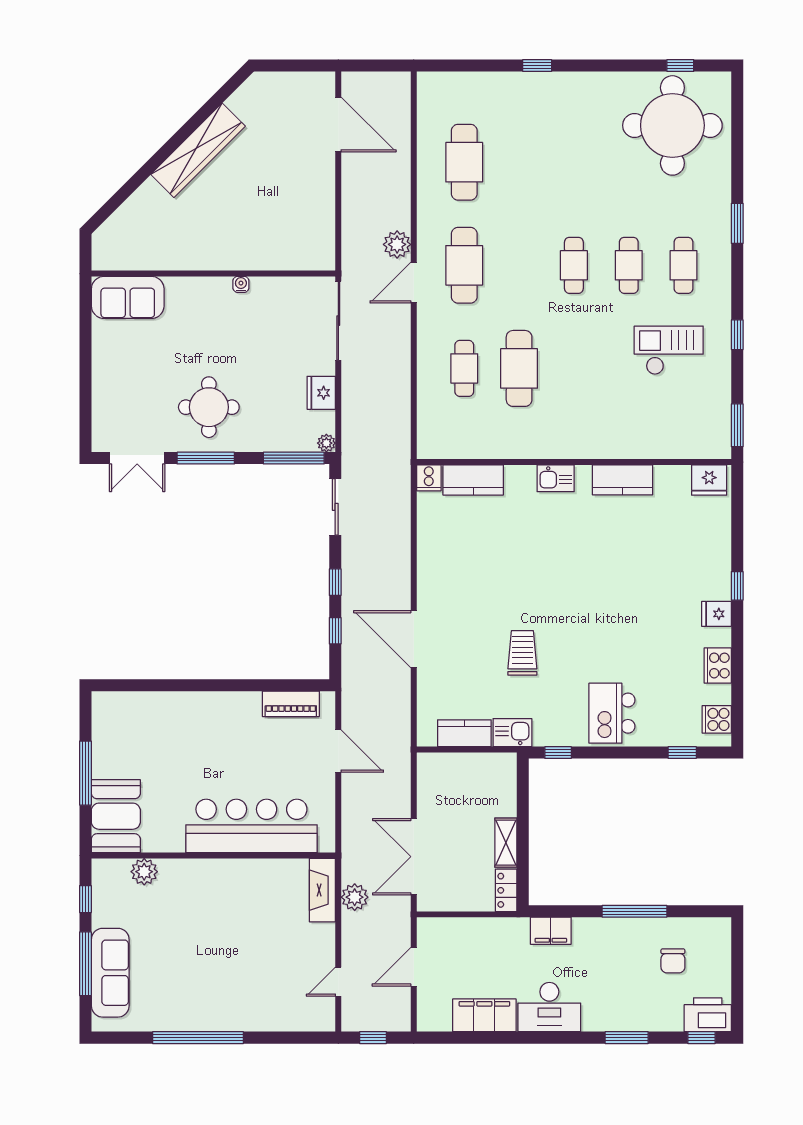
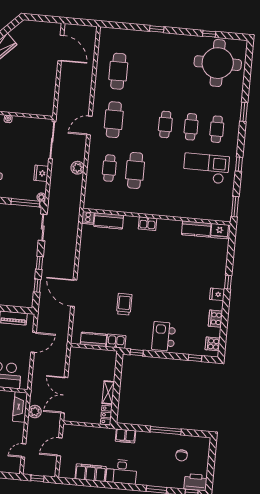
window: (680, 66) -> (209, 34), moved
plant: (397, 244) -> (78, 168), moved
checkout: (669, 350) -> (206, 168), width x1.36, depth x1.21
kitchen counter: (622, 480) -> (196, 229), moved
door: (338, 751) -> (34, 342), hinge flipped

